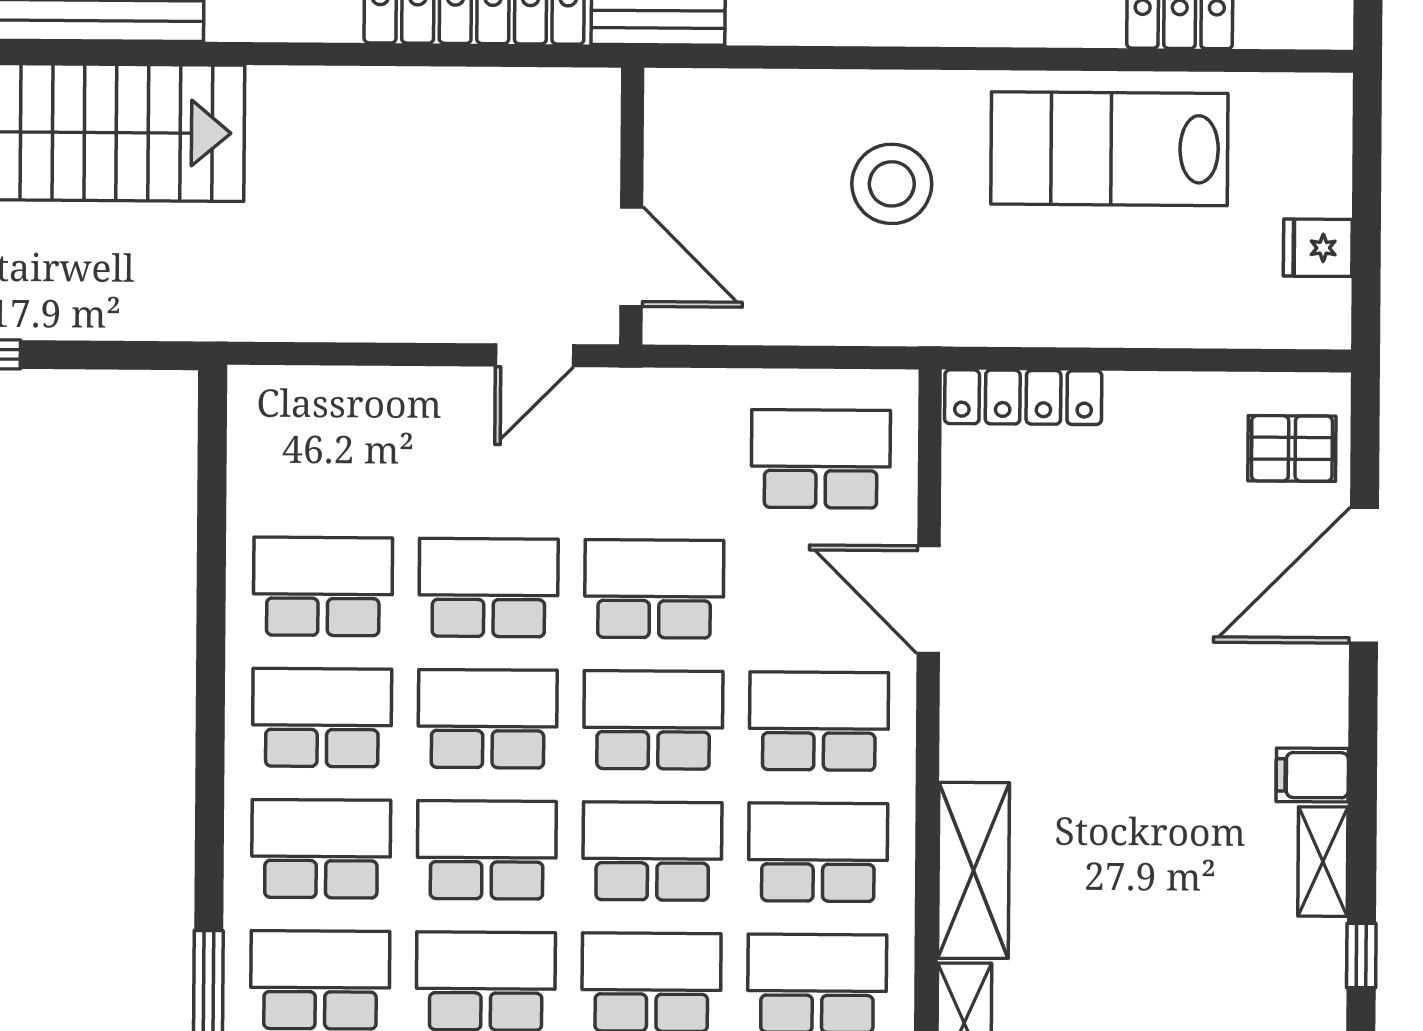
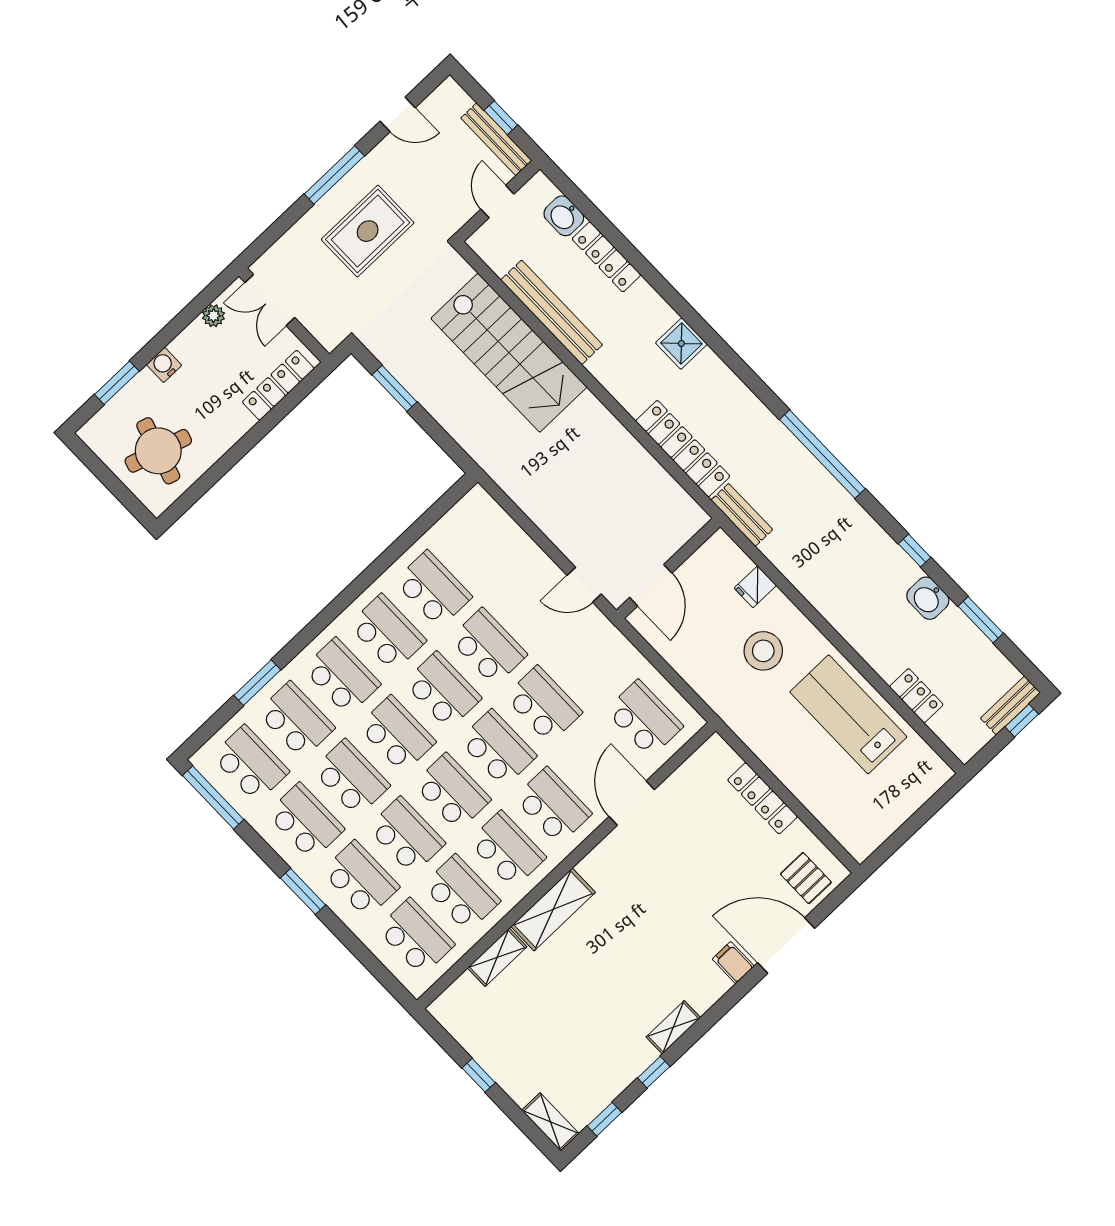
fridge: (1318, 248) -> (755, 587), moved, turned -90
locker: (1023, 397) -> (763, 798), moved
filing cabinet: (1312, 775) -> (733, 963), moved

